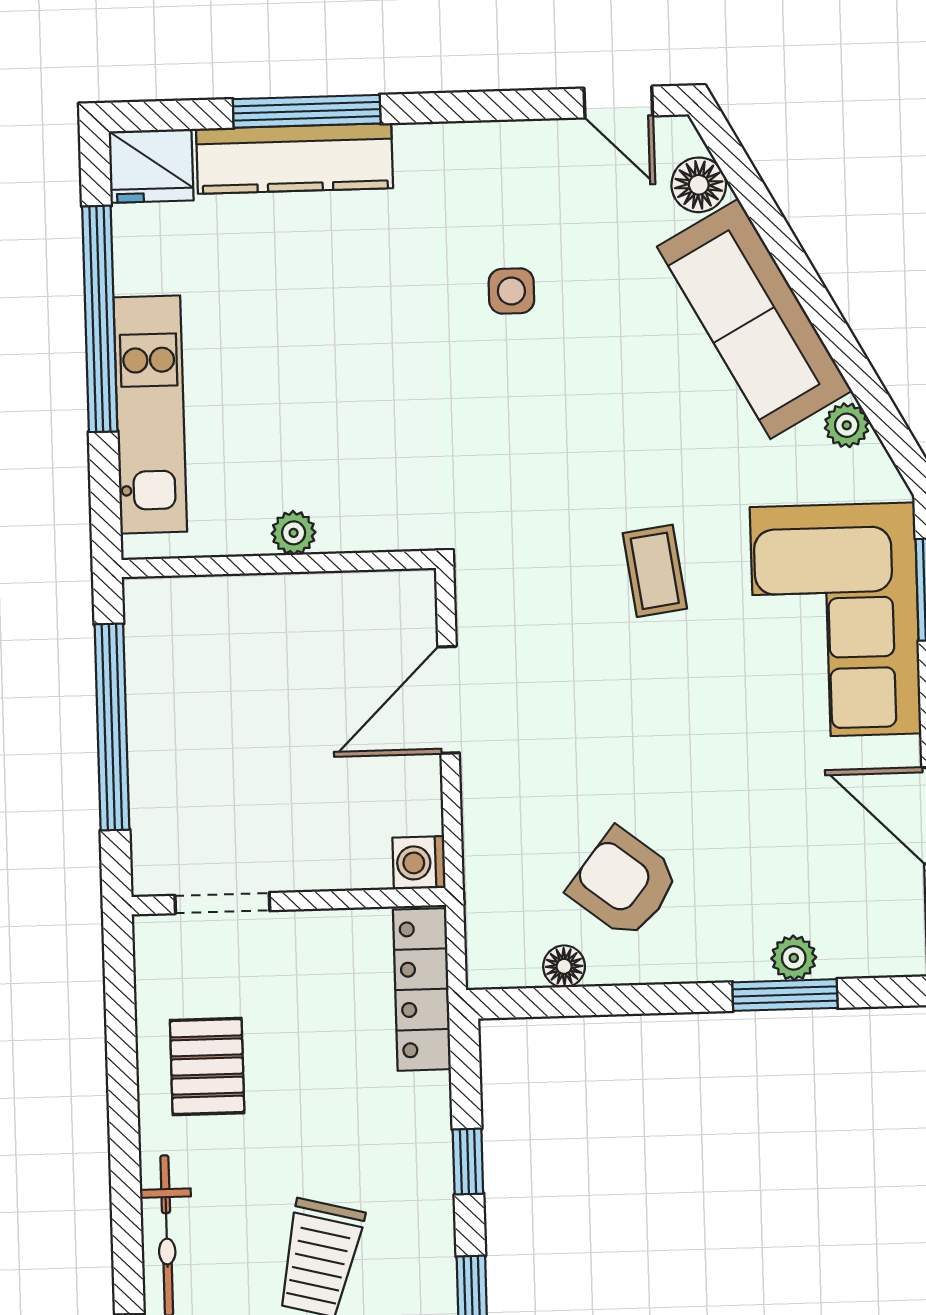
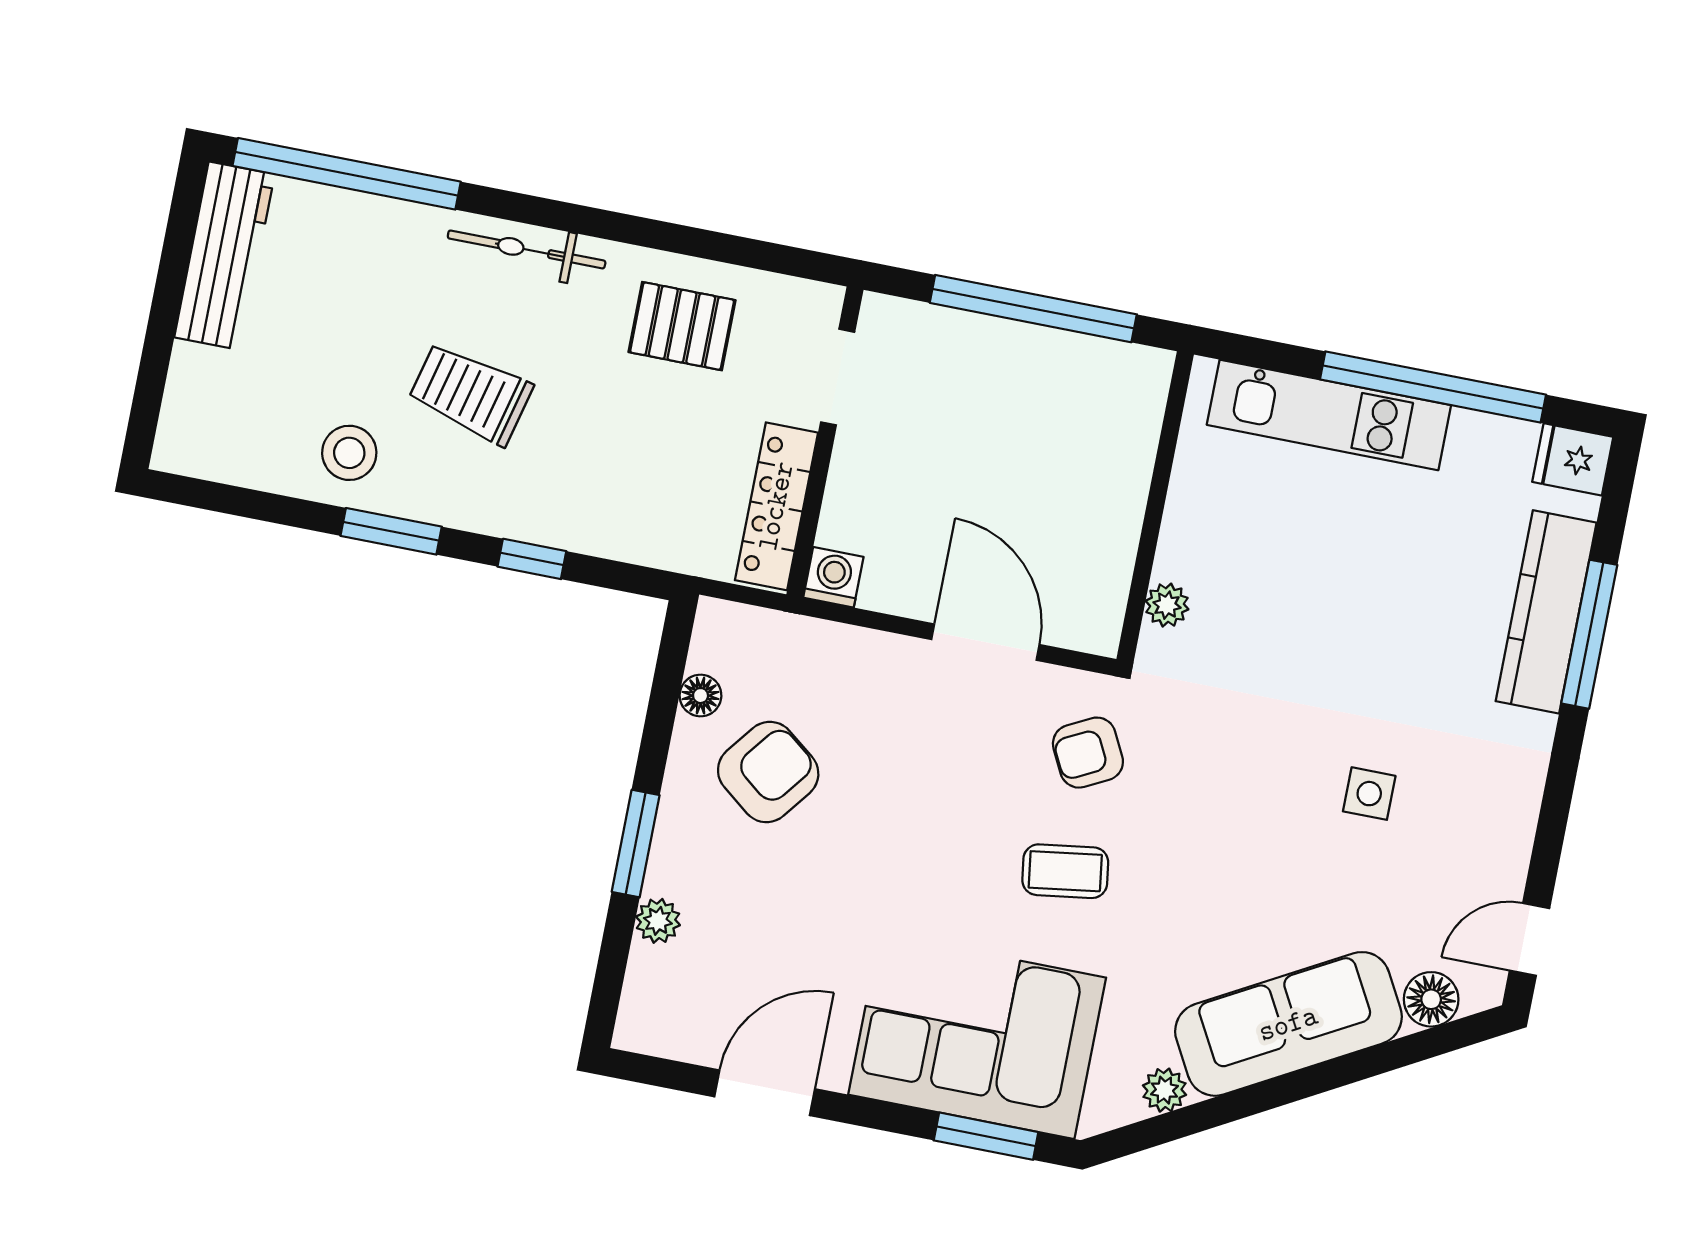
fridge: (151, 166) -> (1573, 459), width x0.72
plant: (294, 533) -> (1167, 605), moved
armchair: (534, 575) -> (1088, 753), added
locker: (422, 989) -> (776, 506), moved, turned -90
window: (785, 995) -> (636, 844), moved

